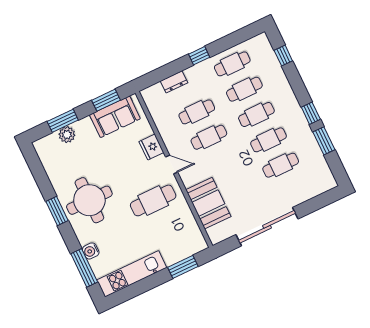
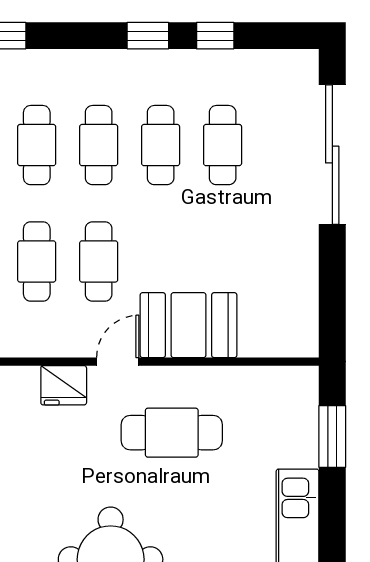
window: (324, 141) -> (215, 36), width x0.67
cafe table: (153, 200) -> (172, 433), turned 90
booth: (208, 203) -> (188, 325), moved
sliding door: (267, 227) -> (332, 155), moved

